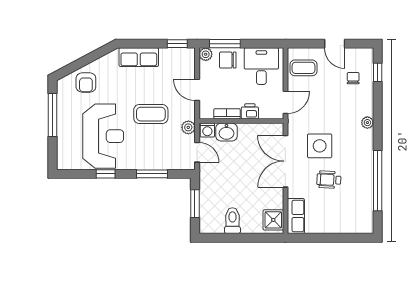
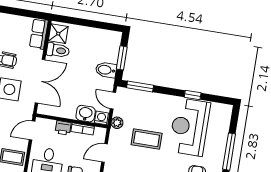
door: (197, 90) -> (104, 153), swing flipped
window: (152, 174) -> (140, 86), moved
bidet: (211, 187) -> (106, 70), added
toilet: (232, 221) -> (58, 50), moved, turned -90

